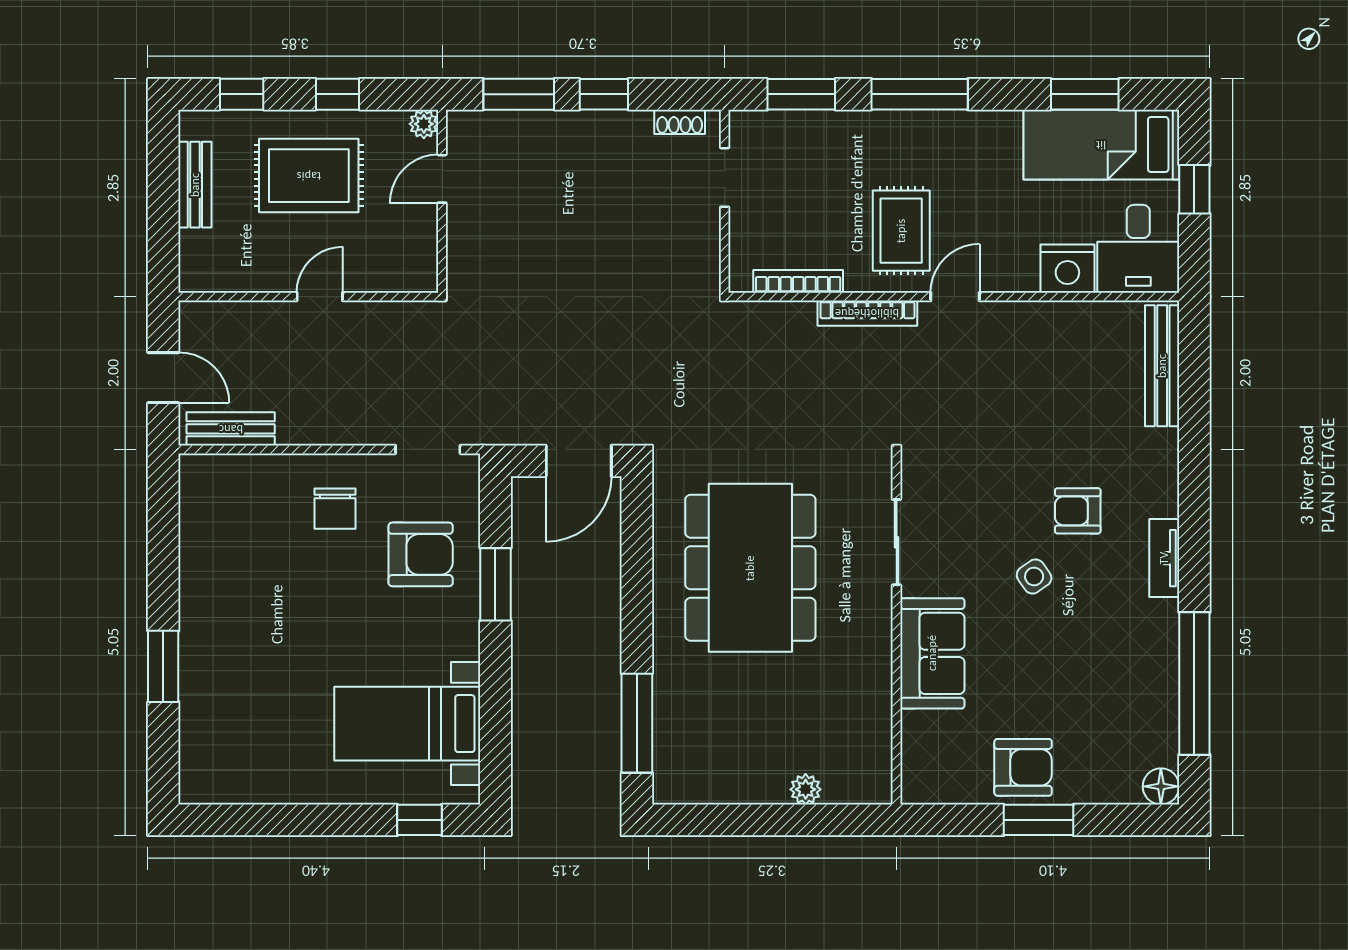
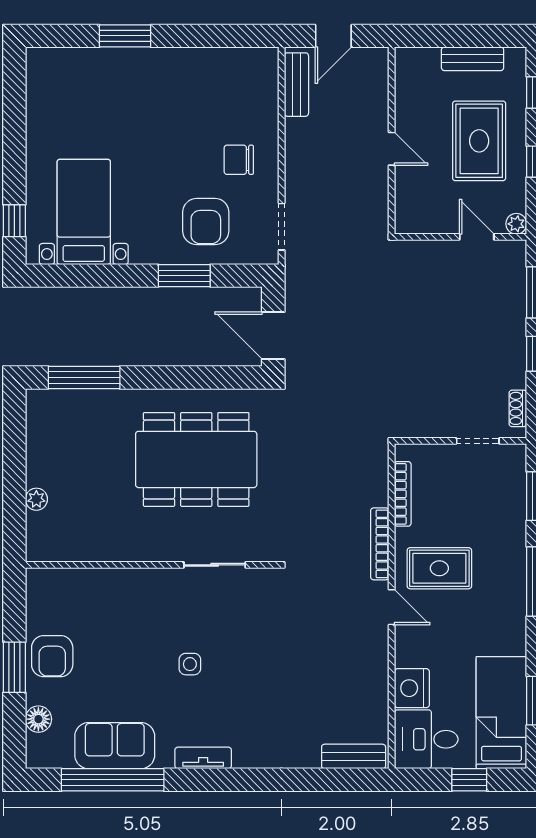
bench: (1162, 366) -> (354, 756), width x0.73
armchair: (1078, 511) -> (237, 696), removed
side table: (1034, 576) -> (190, 664), turned 35
sofa: (932, 653) -> (115, 746), moved, turned 180
floor lamp: (1161, 786) -> (38, 719), moved

